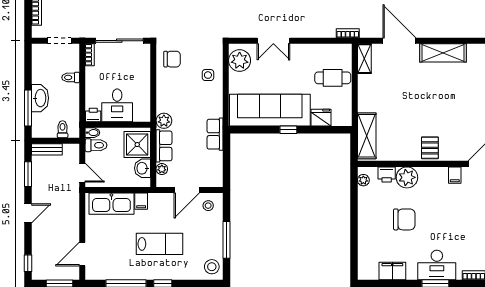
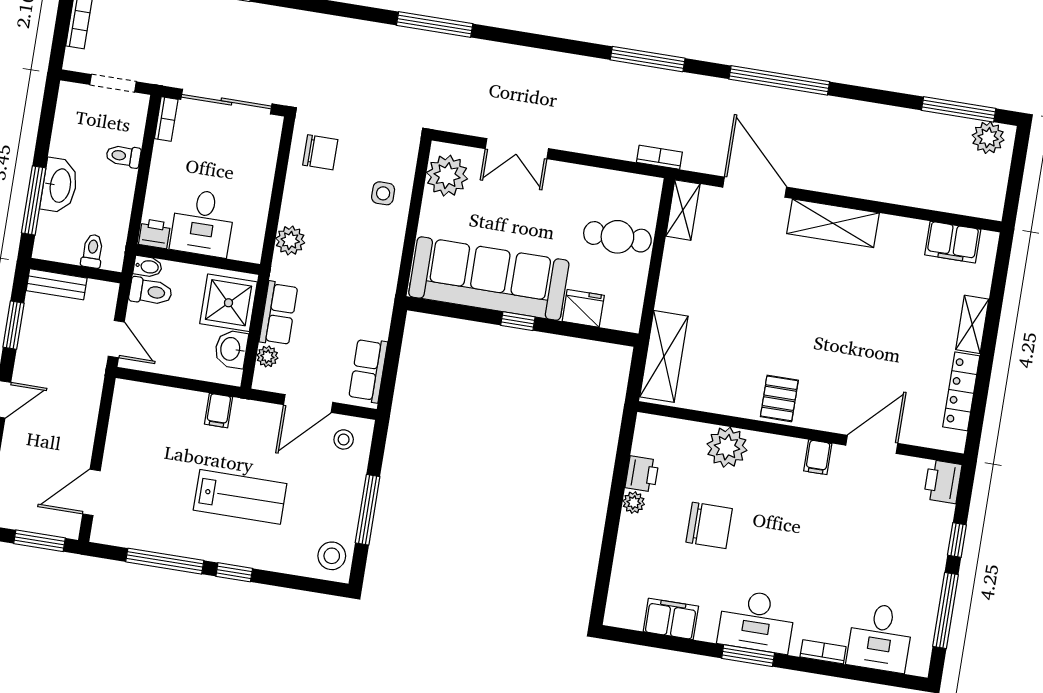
plant: (164, 121) -> (290, 240), moved
row of seats: (215, 134) -> (368, 370), moved
printer: (387, 174) -> (642, 474), moved, turned -90
plant: (363, 180) -> (634, 502), moved
kitchen sink: (111, 204) -> (162, 406), removed

